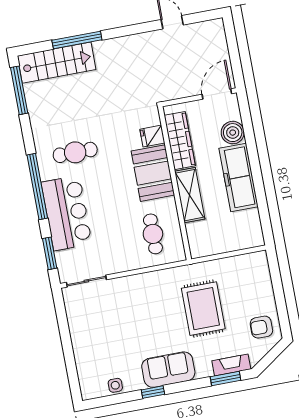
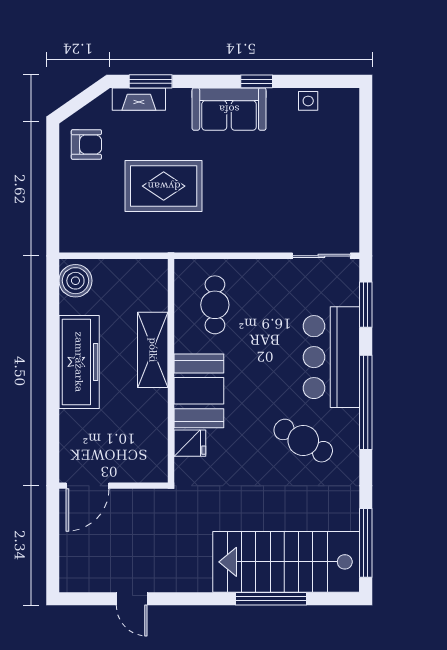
stairs: (57, 63) -> (286, 562), width x1.36, depth x1.51
boiler: (233, 133) -> (75, 281), moved
wardrobe: (180, 141) -> (152, 430), removed
cafe table: (75, 152) -> (303, 441), turned 30
rug: (203, 309) -> (164, 186), turned 90

